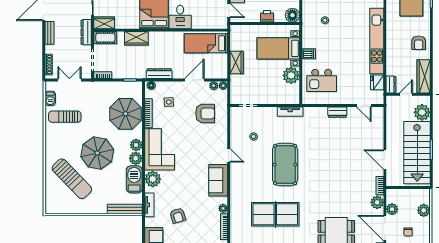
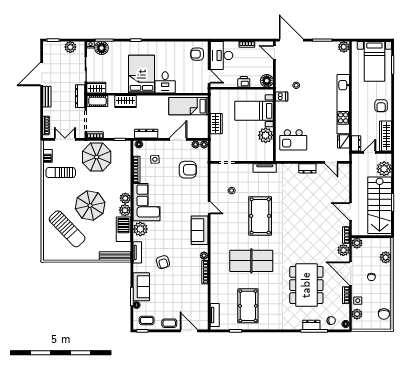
dishwasher: (309, 54) -> (282, 96), moved
parasol: (126, 114) -> (97, 157), moved
plant: (392, 209) -> (357, 243), moved

